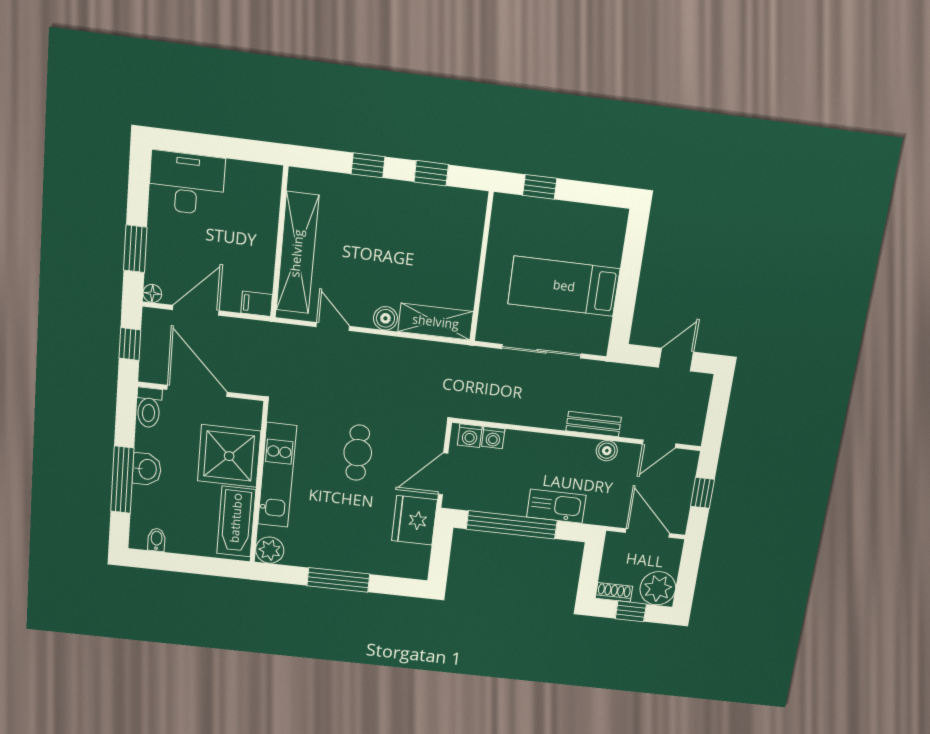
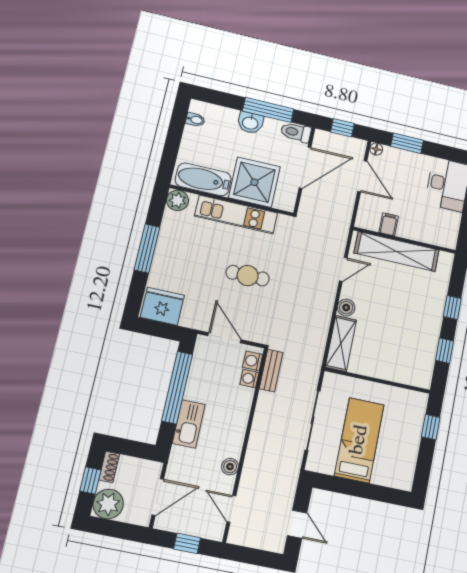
filing cabinet: (257, 304) -> (389, 224), moved
bench: (594, 424) -> (271, 371), moved
window: (122, 480) -> (268, 110), moved
fridge: (414, 520) -> (162, 306), moved

